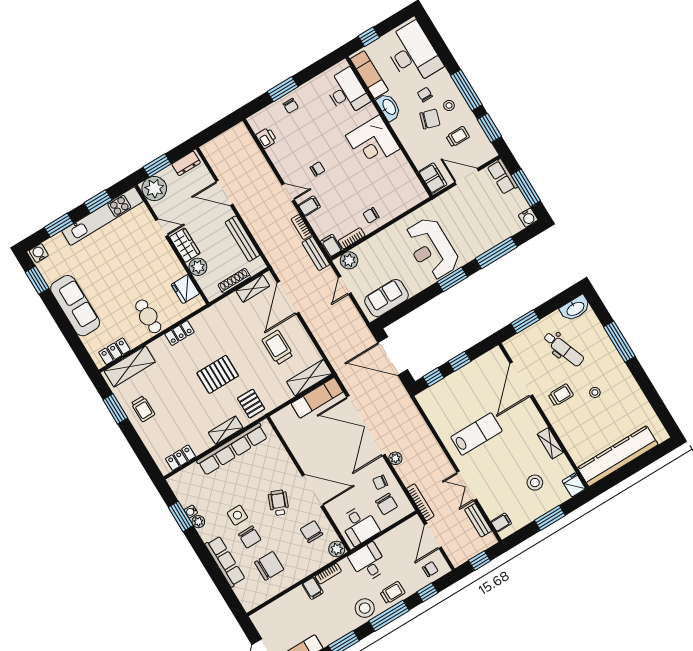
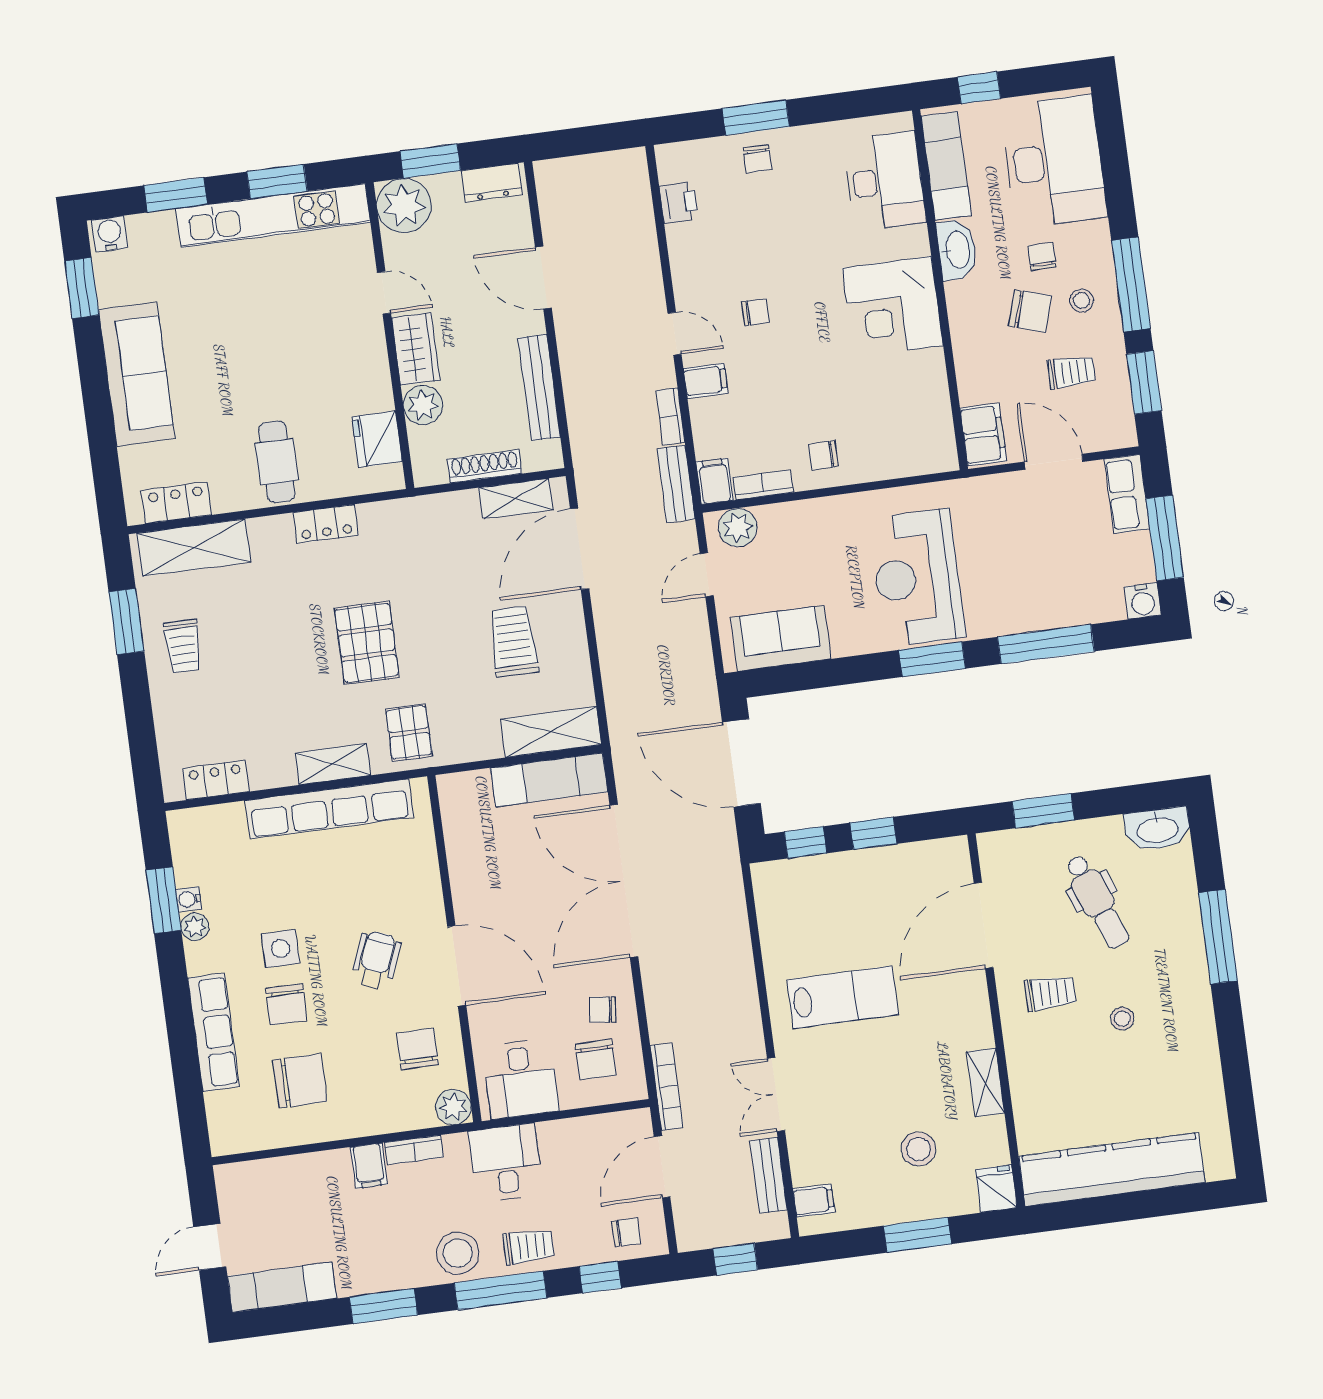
pallet: (218, 374) -> (367, 643), turned 90
plant: (395, 458) -> (655, 974), removed

